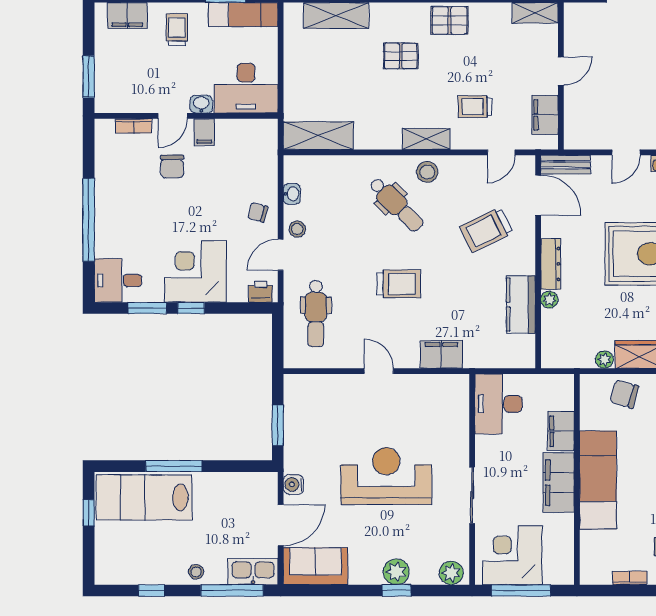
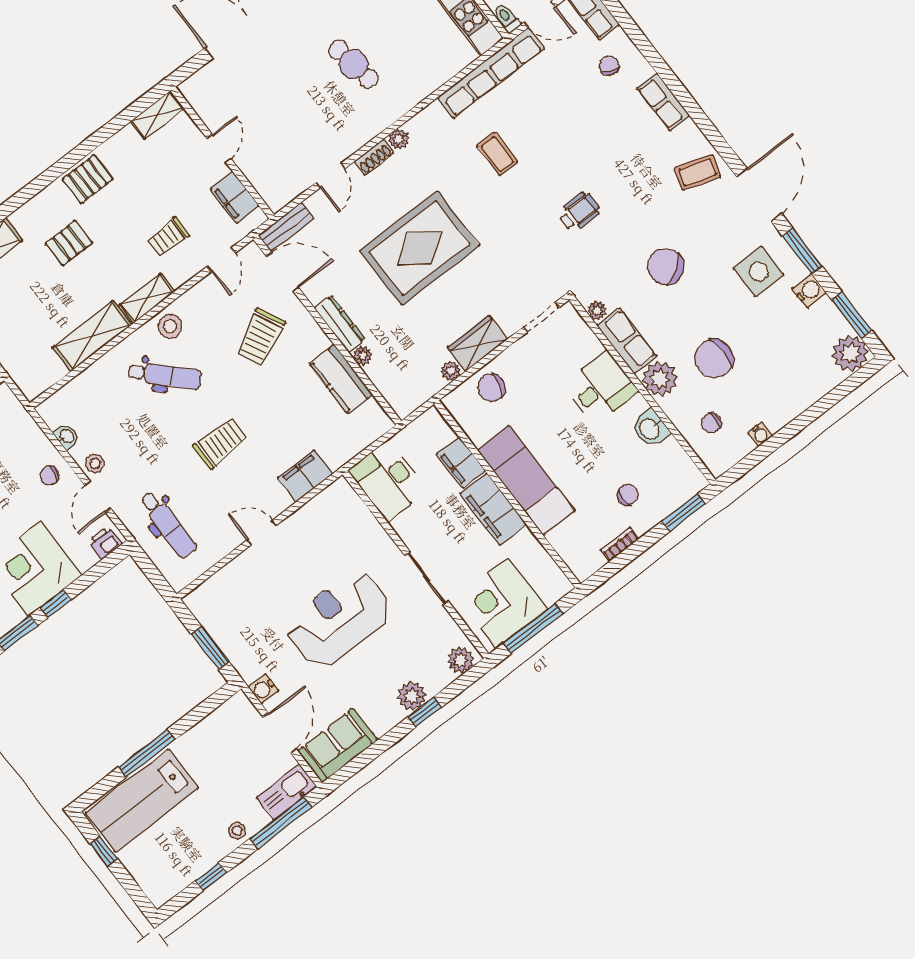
shelving: (318, 136) -> (92, 336), moved

